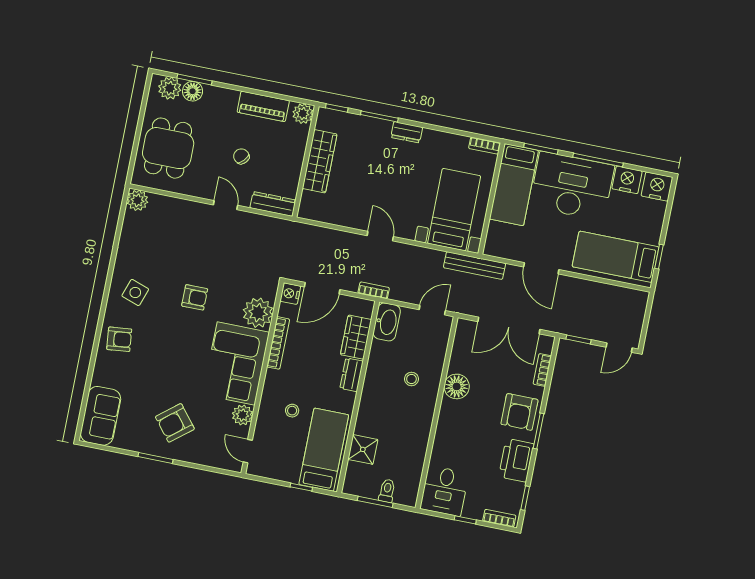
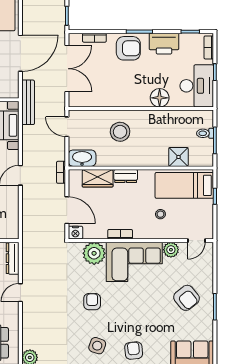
door: (541, 268) -> (20, 53), width x1.36
bookcase: (278, 343) -> (120, 234), width x0.64
stool: (411, 379) -> (120, 132), width x1.89, depth x1.89
floor lamp: (457, 386) -> (160, 98), moved
desk: (444, 491) -> (197, 86), width x1.37

